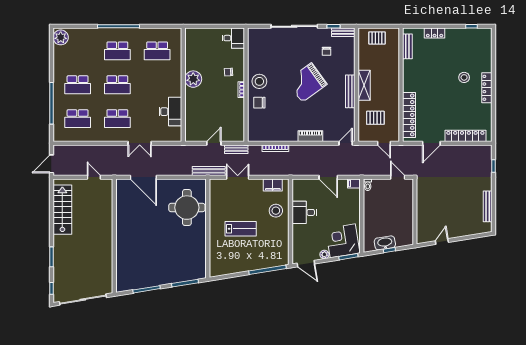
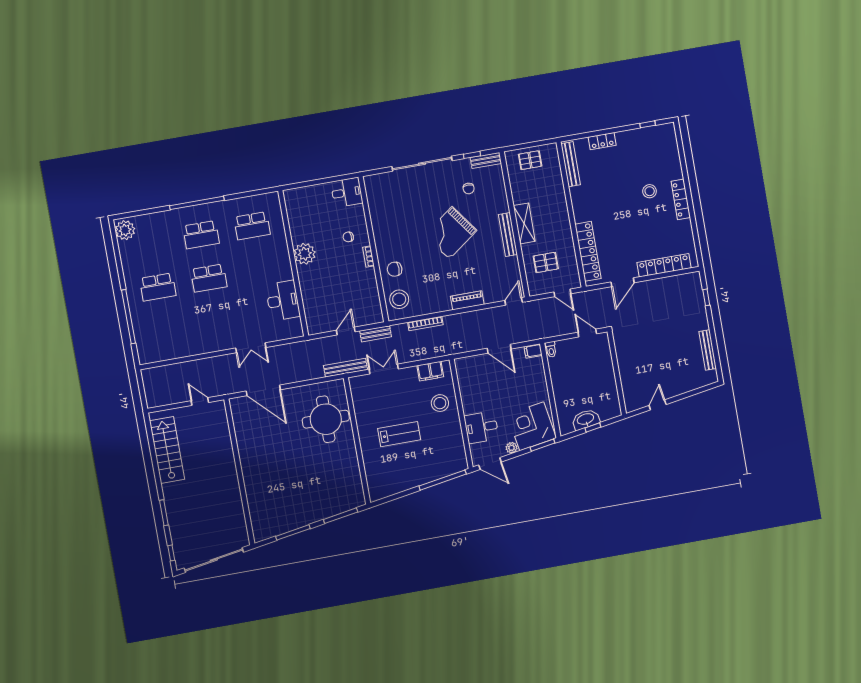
bench: (407, 46) -> (571, 164), width x1.36
stool: (259, 81) -> (399, 299), moved
school desk: (78, 119) -> (166, 330), removed
school desk: (117, 119) -> (217, 321), removed
door: (51, 164) -> (143, 394), removed
desk: (304, 212) -> (481, 427), moved

